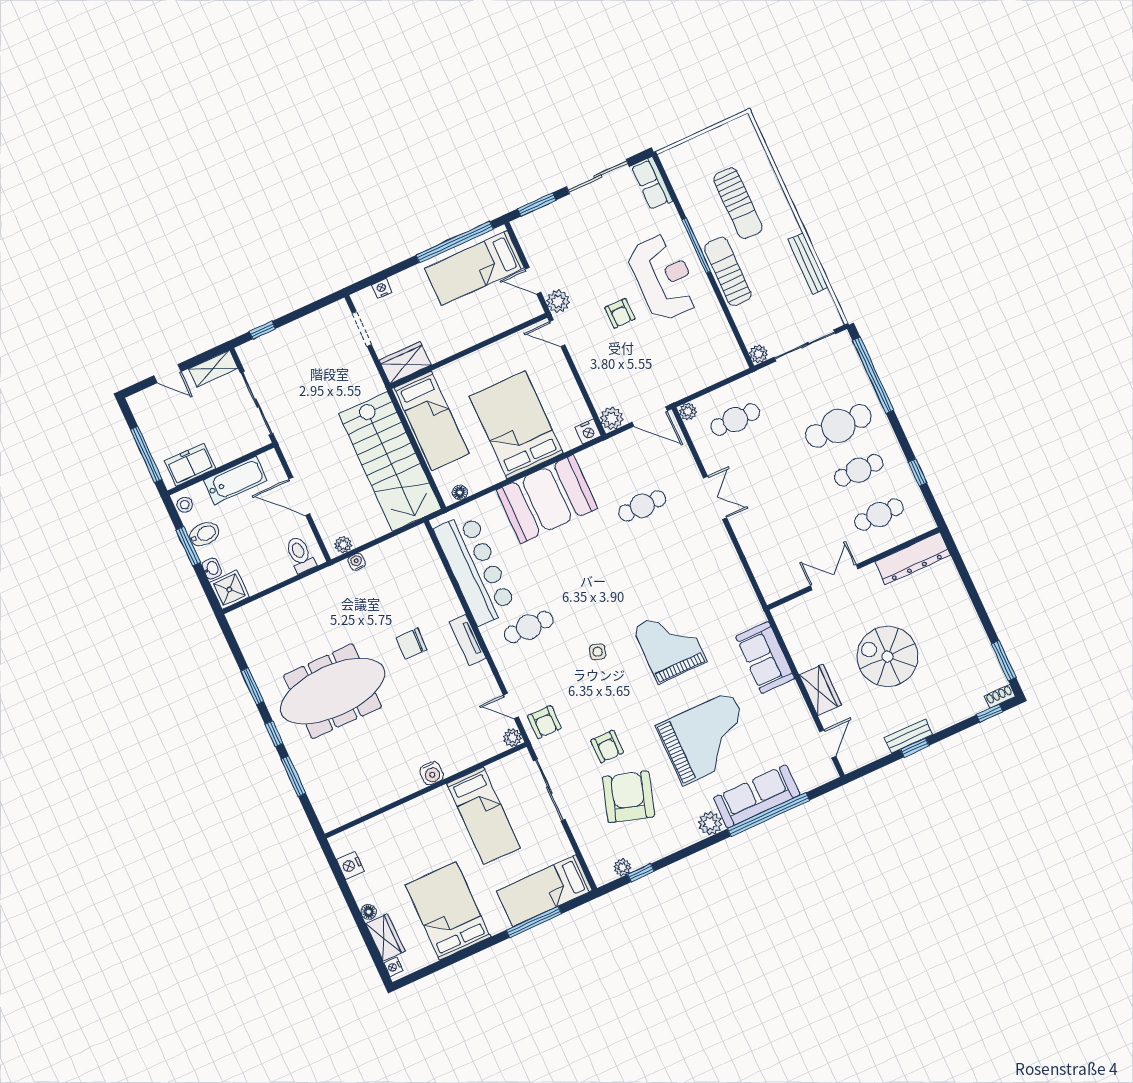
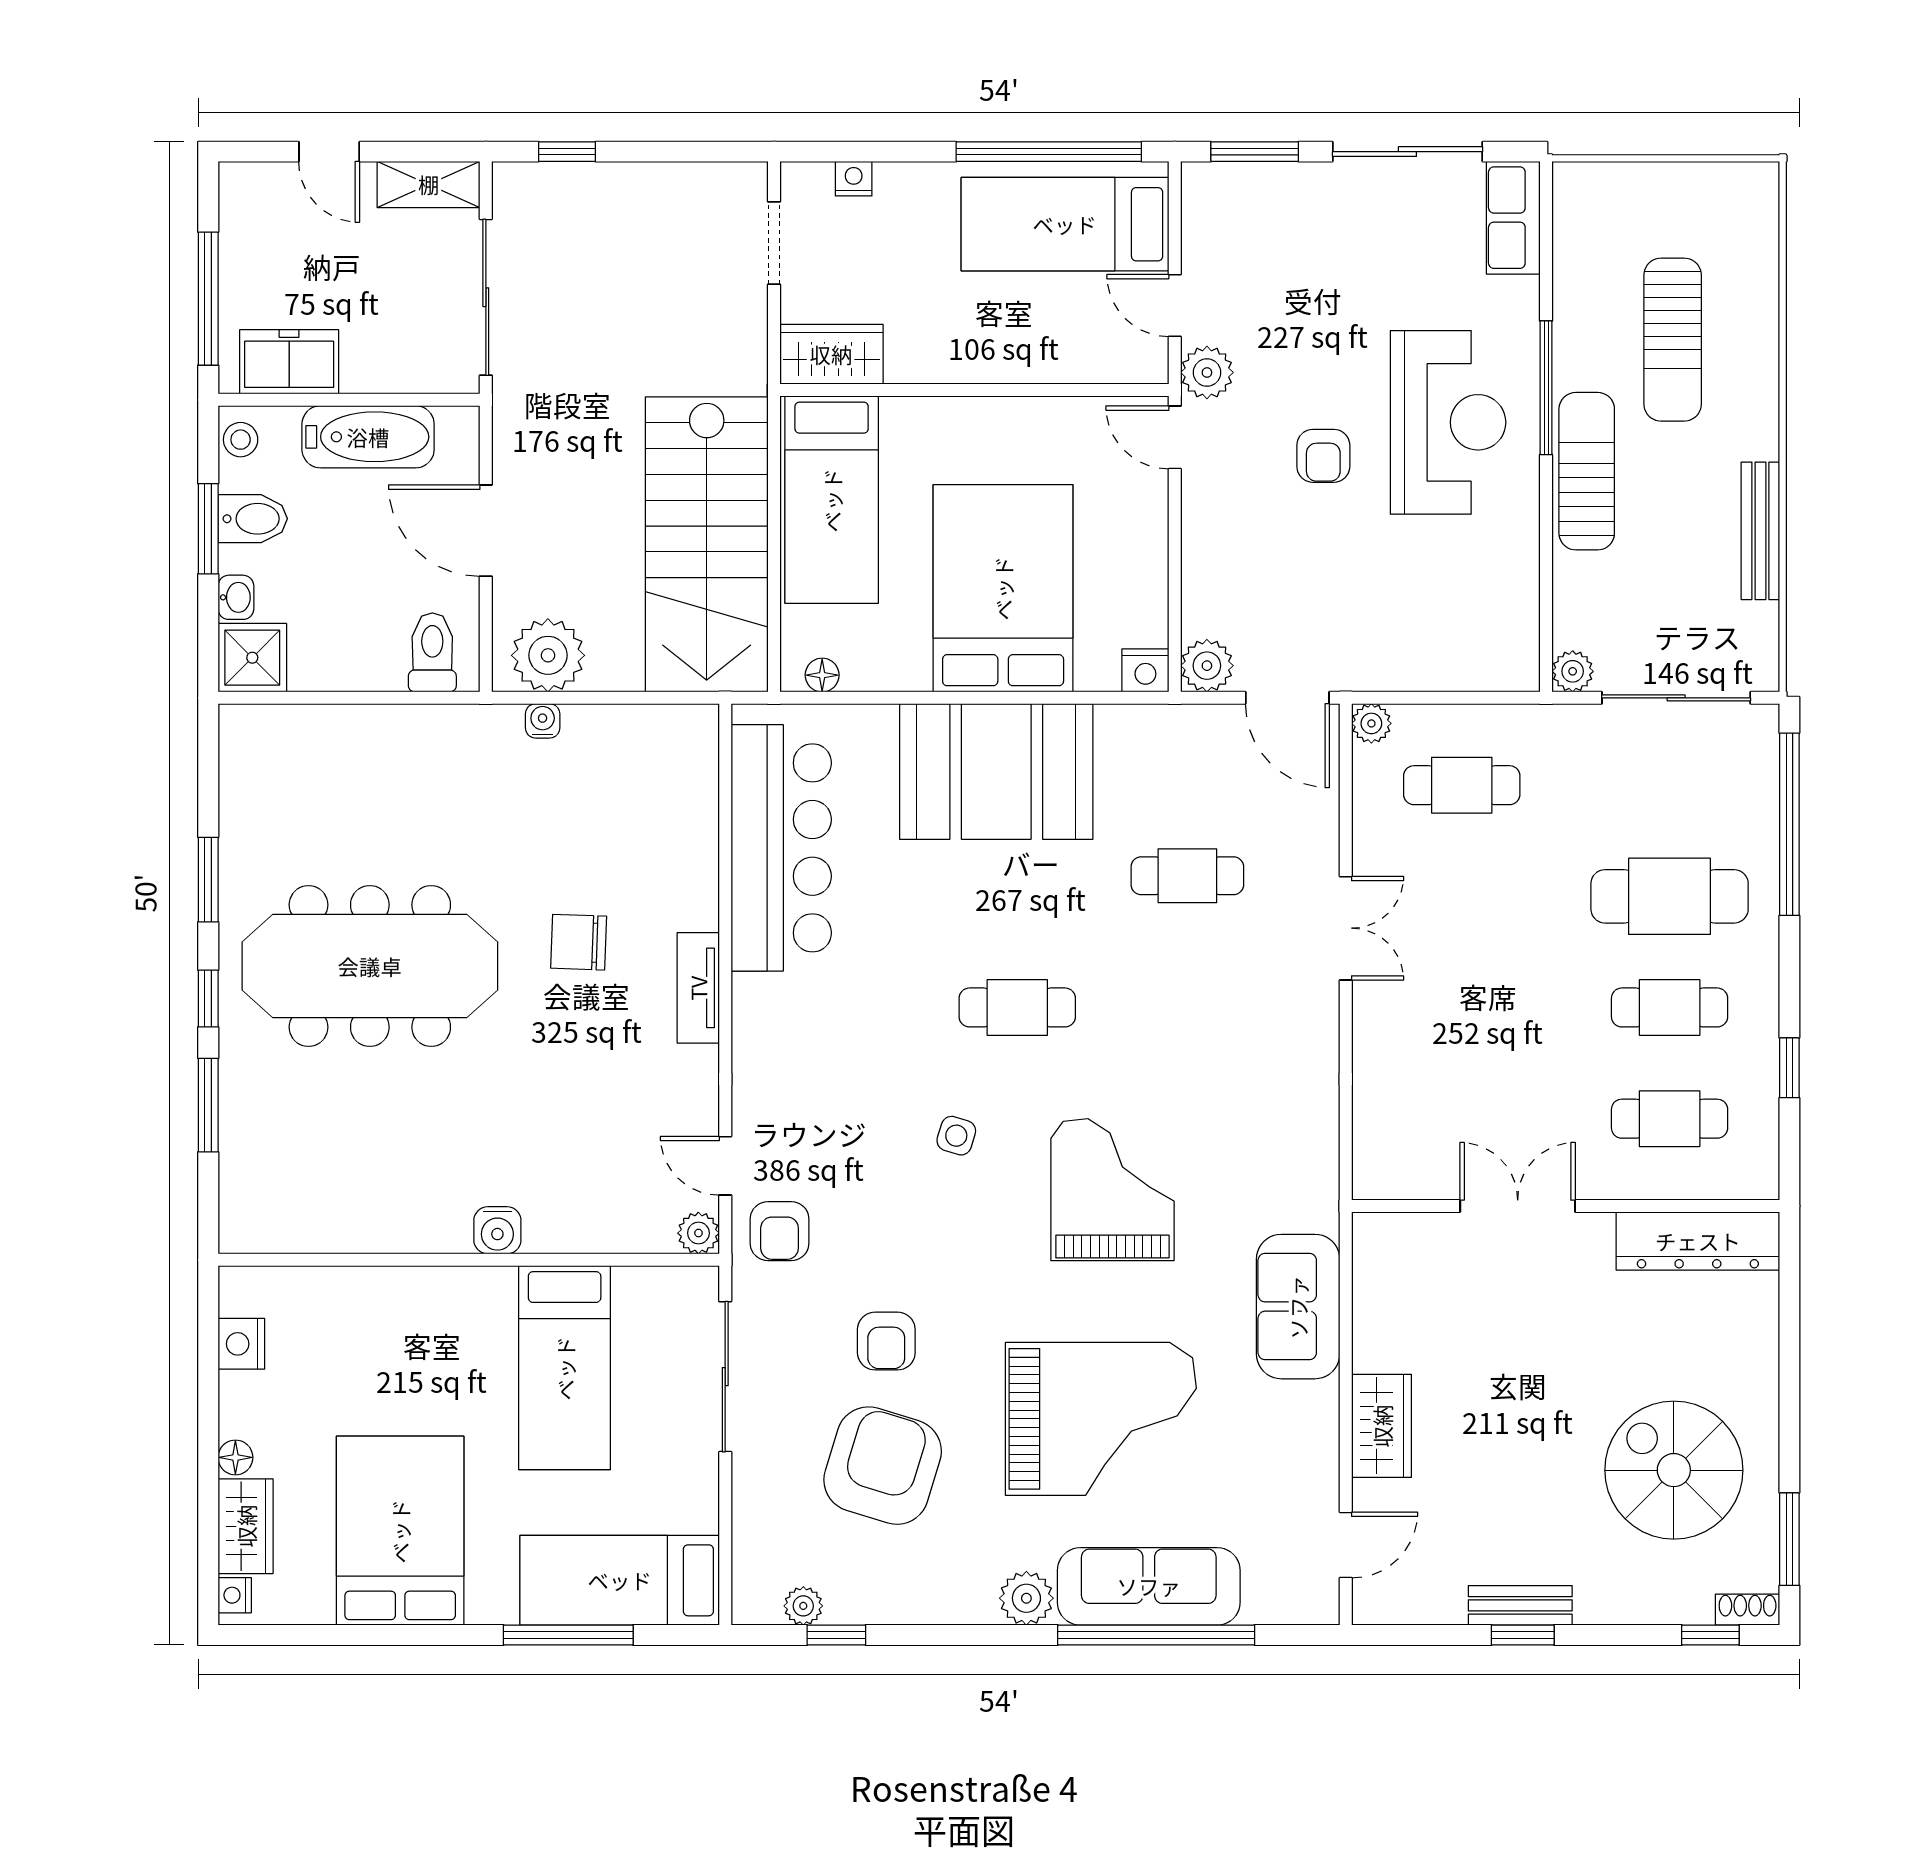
plant: (343, 545) -> (548, 655), width x1.88, depth x1.88
cafe table: (529, 627) -> (1017, 1007), moved
spiral stairs: (887, 656) -> (1674, 1470), moved

